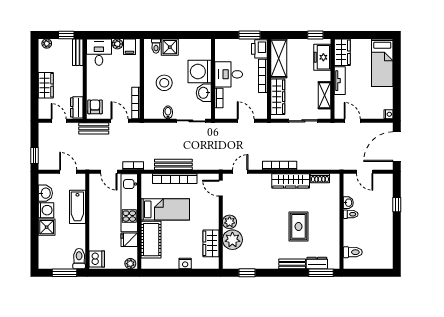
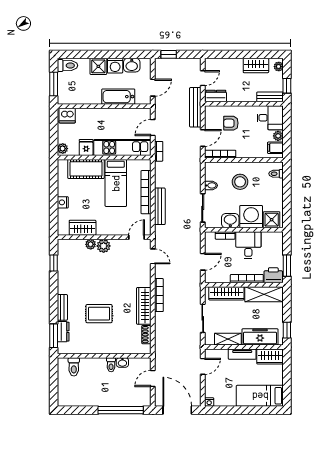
shower: (170, 47) -> (272, 220), moved
freezer: (322, 57) -> (260, 337), width x1.40
wardrobe: (46, 85) -> (256, 65), moved
armchair: (95, 107) -> (231, 123), moved, turned 180
bench: (94, 128) -> (195, 107), width x1.36
bench: (173, 164) -> (160, 206), moved
window: (397, 205) -> (121, 410), width x3.17
plant: (232, 240) -> (91, 244), width x0.53, depth x0.53
toilet: (79, 259) -> (67, 65), moved

